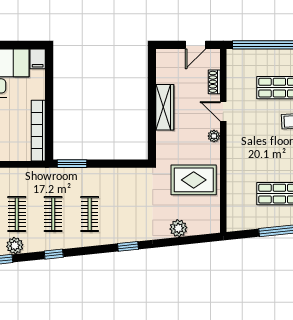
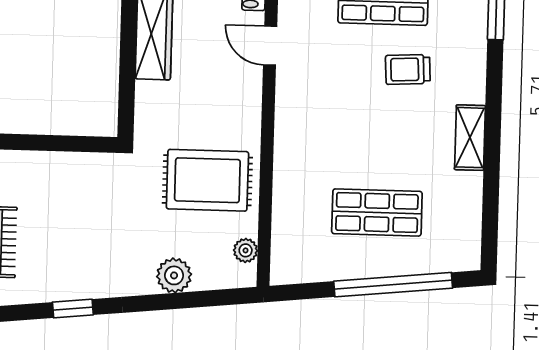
plant: (214, 136) -> (246, 250), moved

